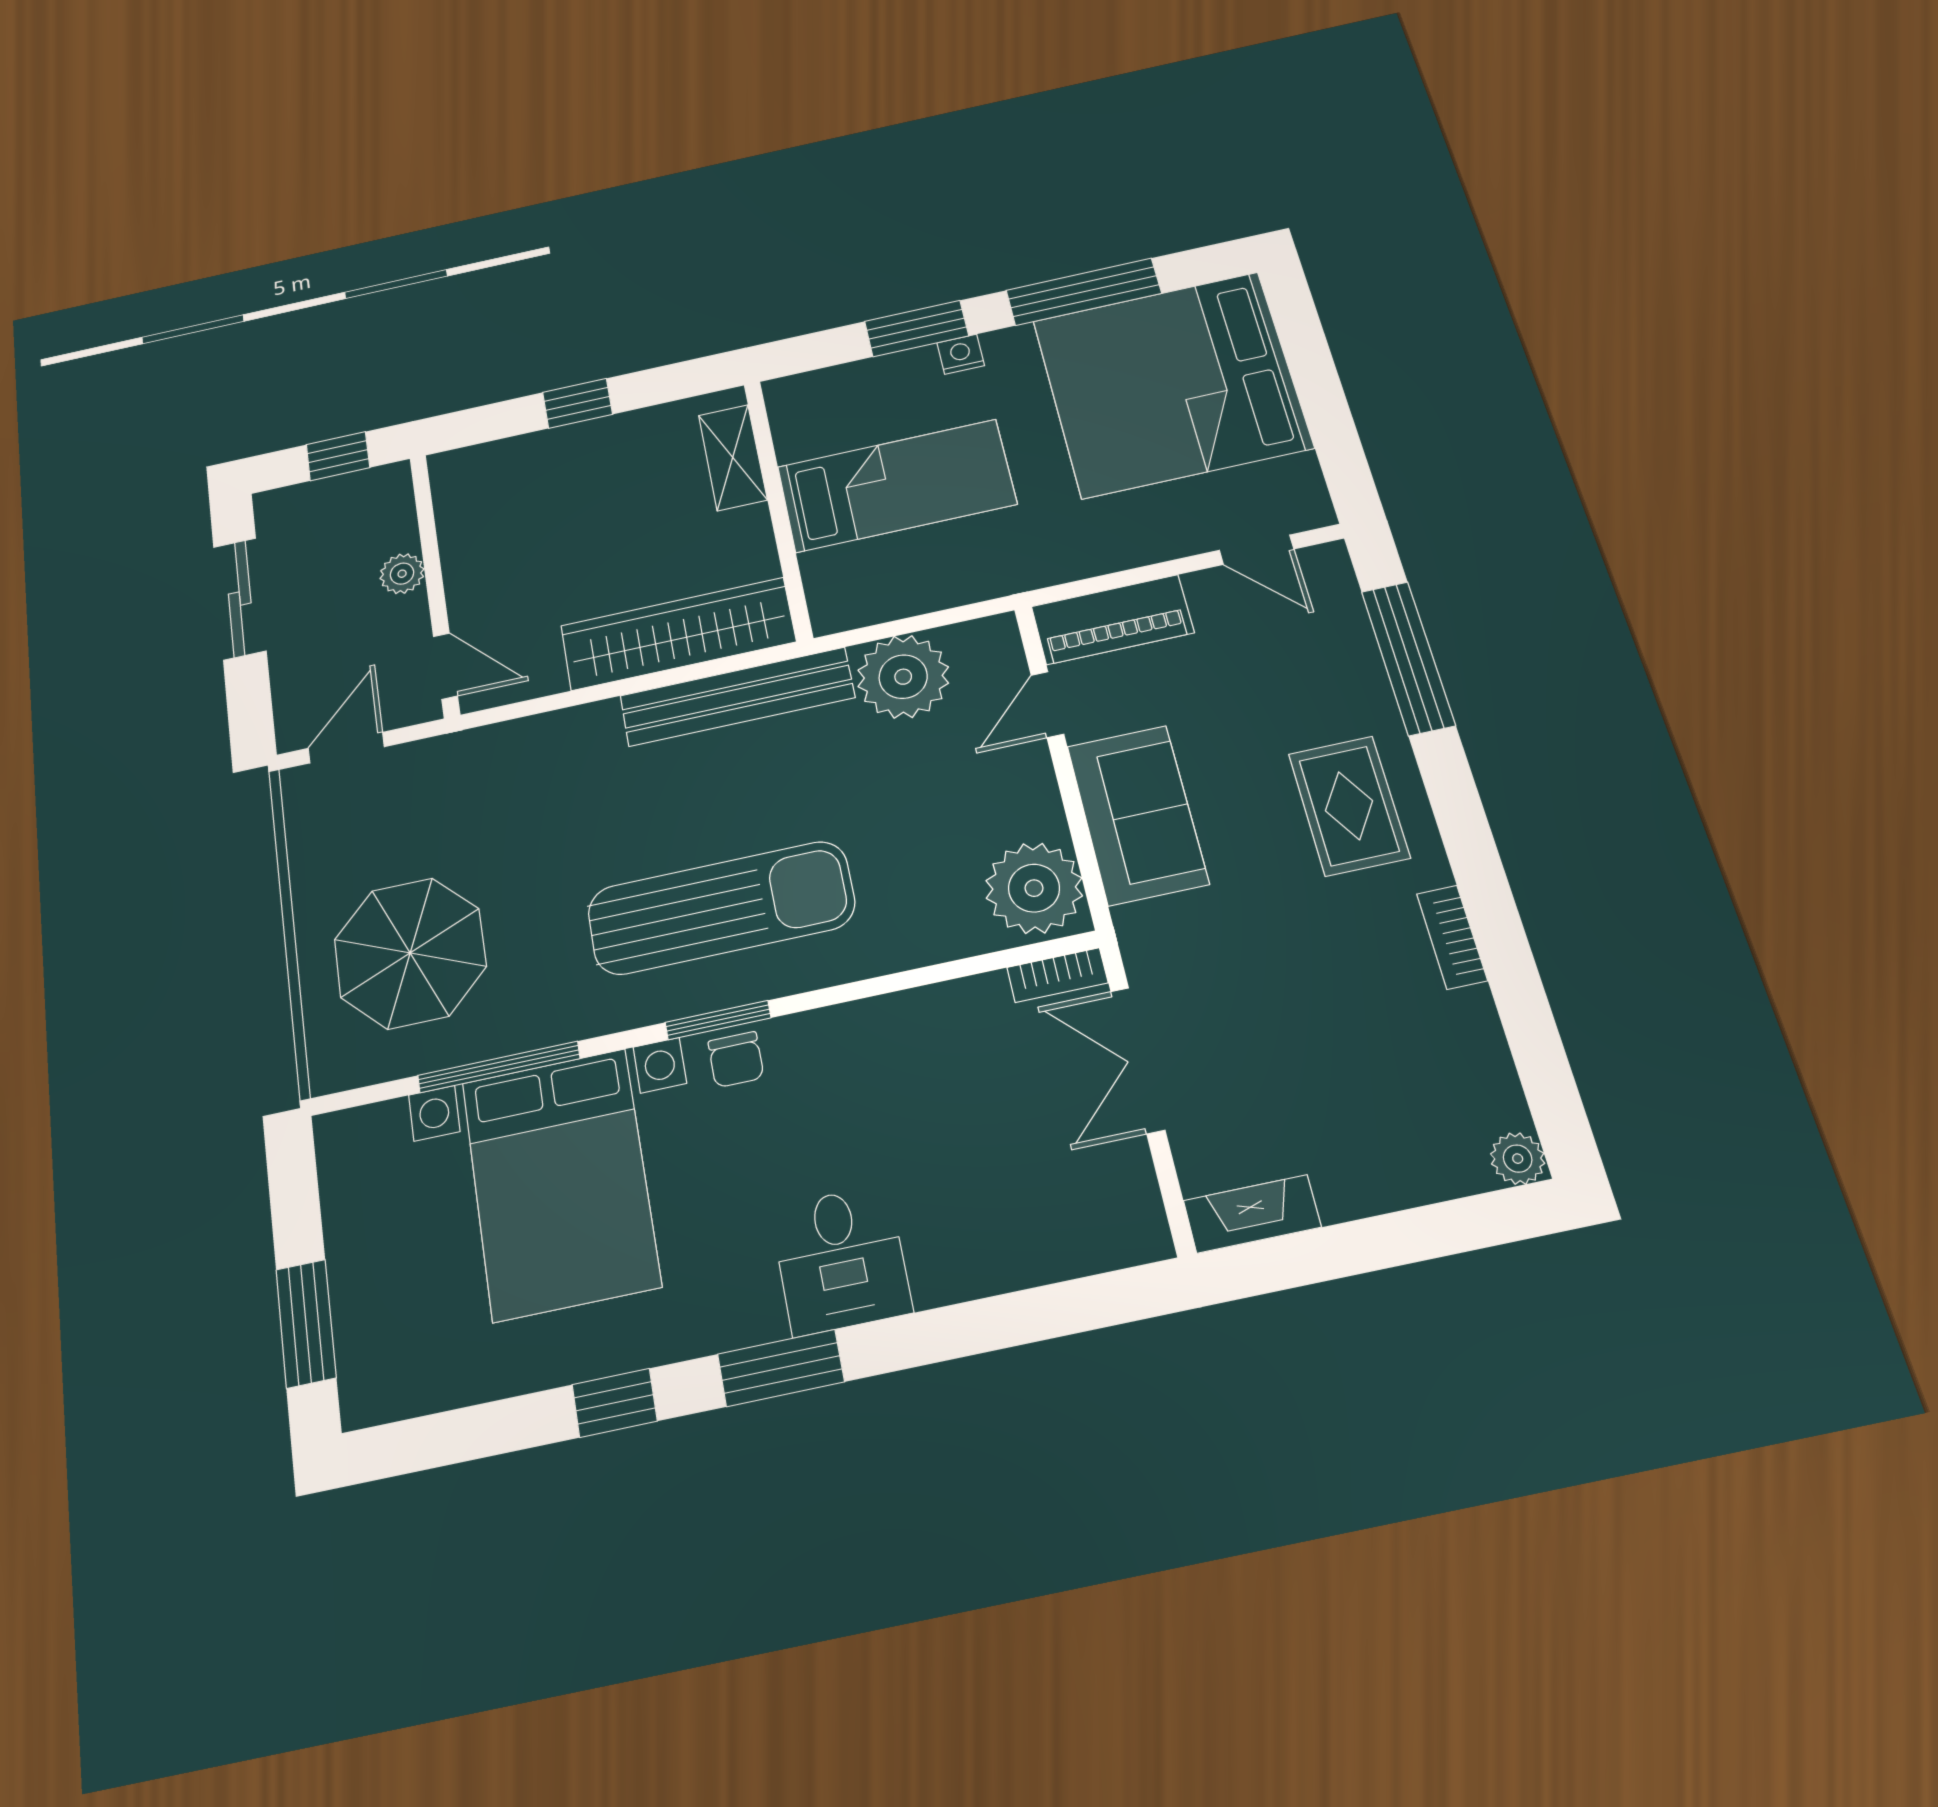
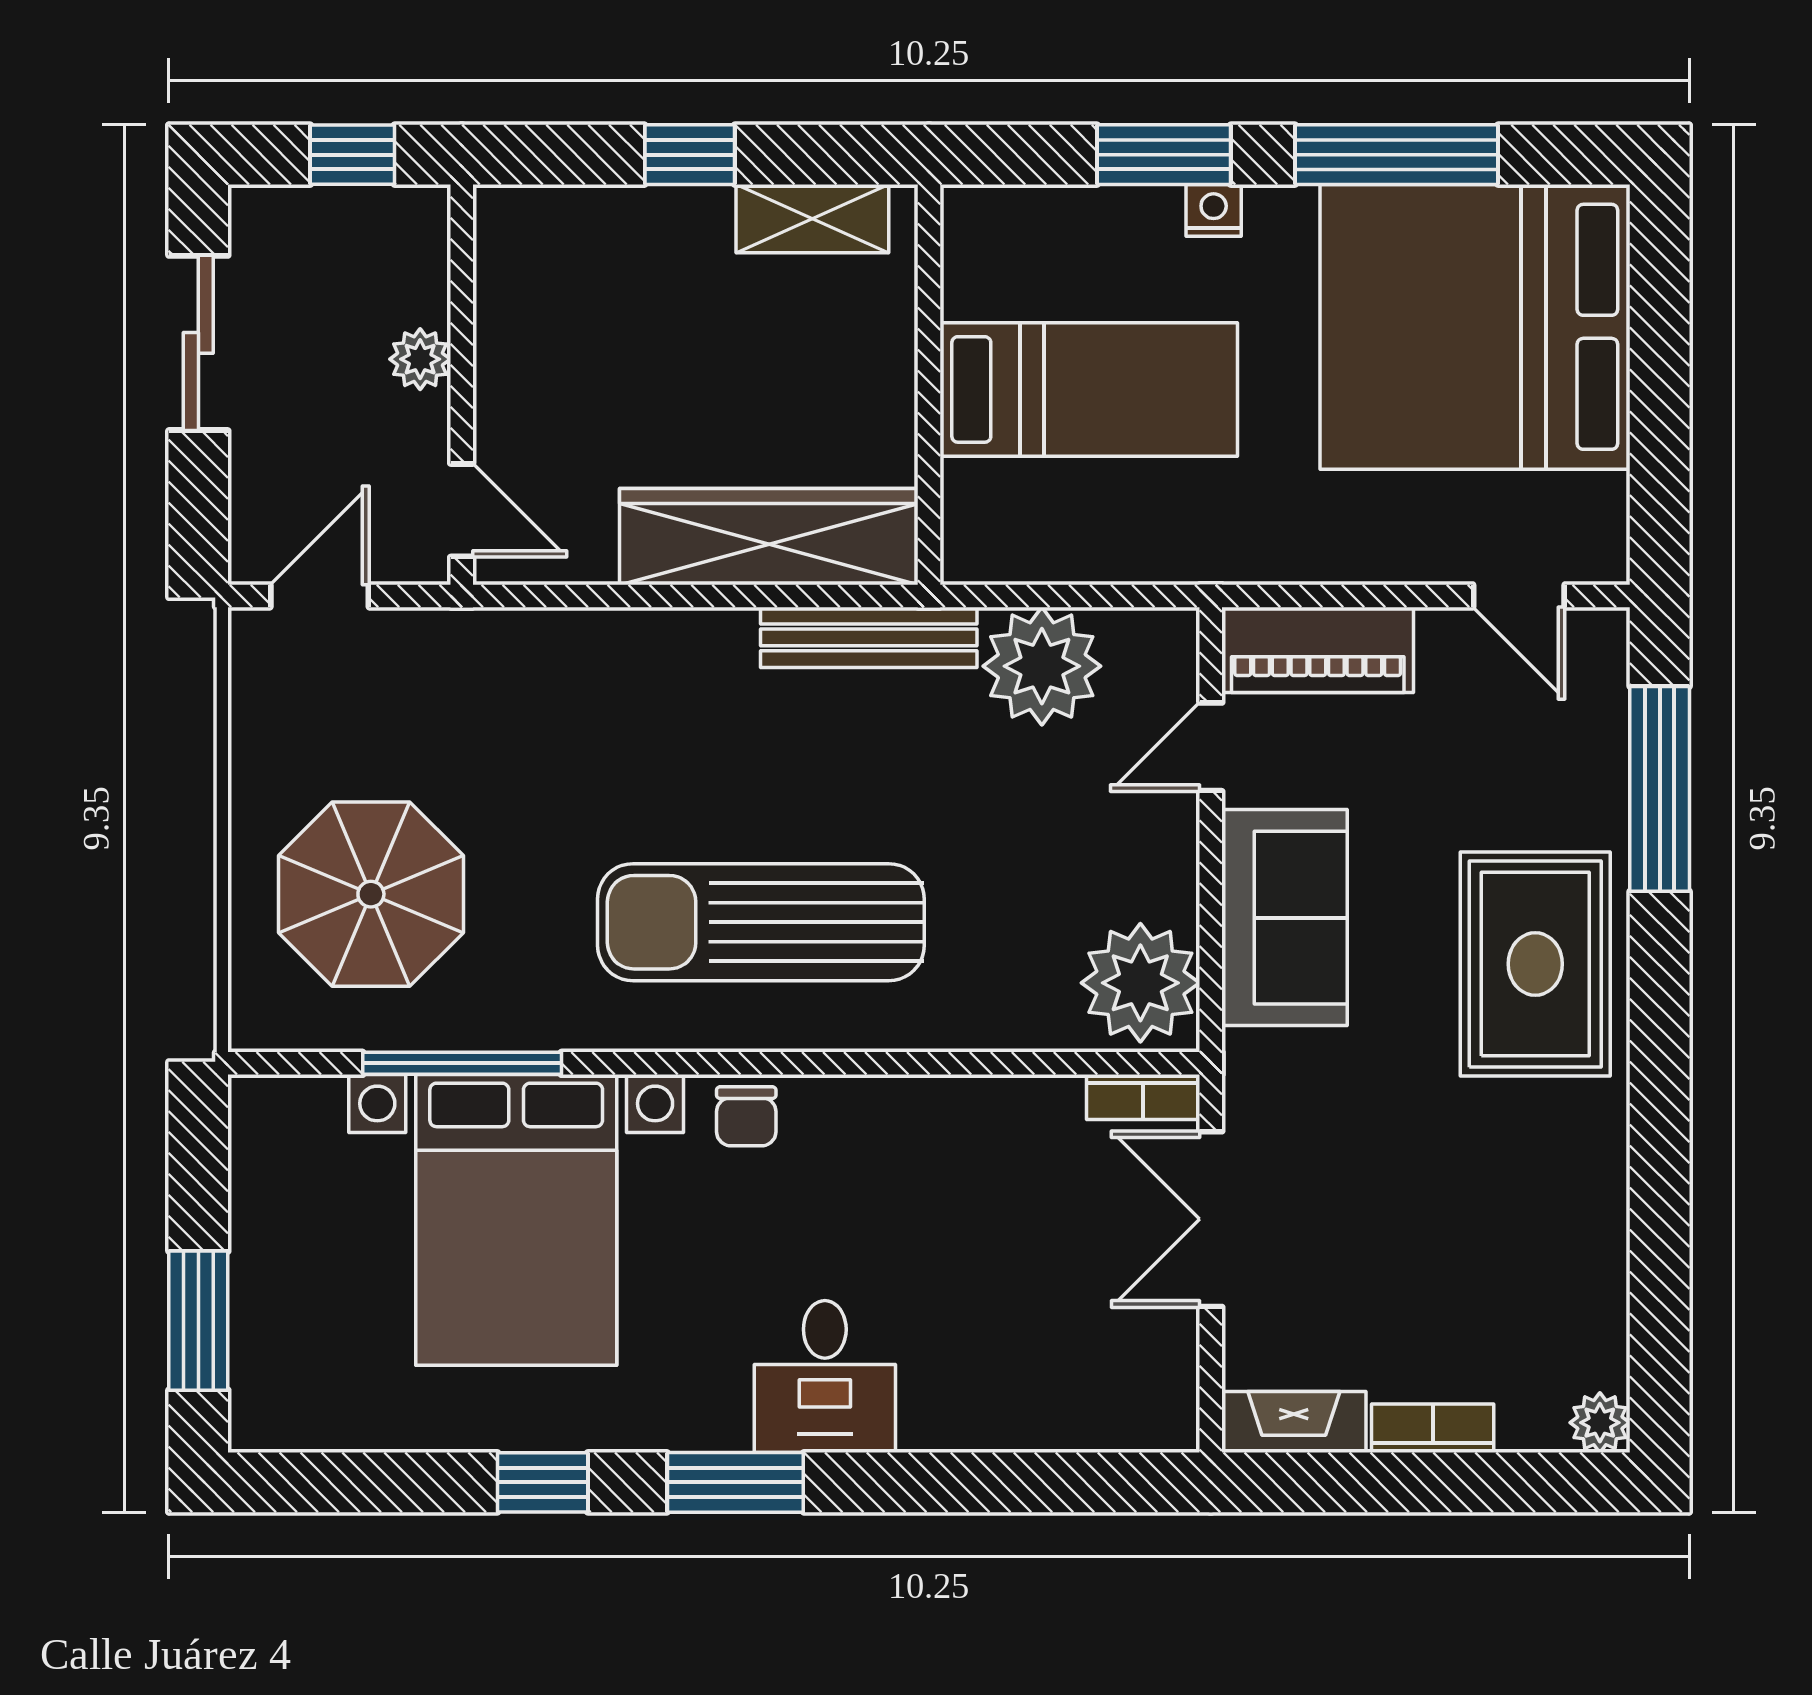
shelving: (733, 457) -> (812, 219), moved, turned 90
bench: (737, 697) -> (869, 637), width x0.73, depth x0.82
rug: (1349, 806) -> (1535, 964), width x1.36, depth x1.43
sun lounger: (721, 908) -> (761, 922), turned 180
bookcase: (1452, 937) -> (1433, 1428), moved, turned 90
window: (718, 1020) -> (733, 1063), removed

